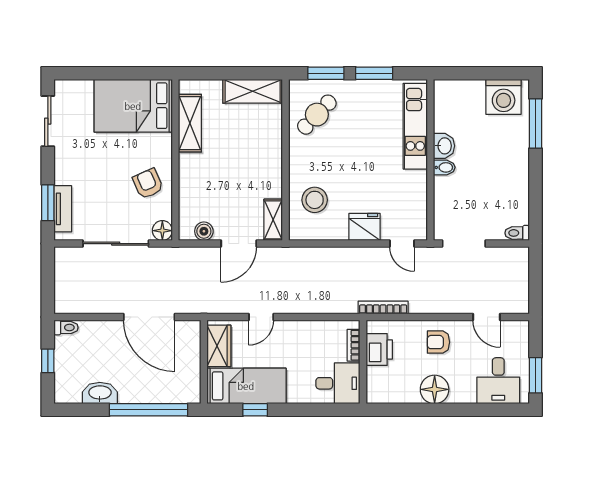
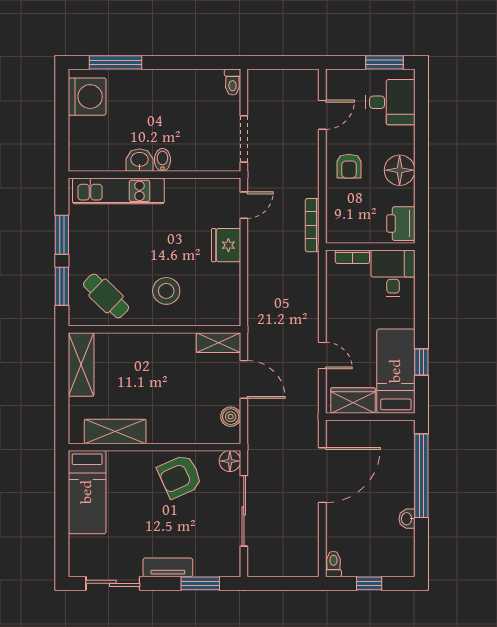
bed: (133, 106) -> (87, 492), width x0.67
armchair: (148, 184) -> (180, 476), width x1.38, depth x1.38
stool: (315, 200) -> (166, 291), moved
tv unit: (63, 209) -> (168, 567), moved
printer: (379, 350) -> (401, 224), moved, turned -90
washbasin: (100, 393) -> (407, 519), width x0.52, depth x0.69

